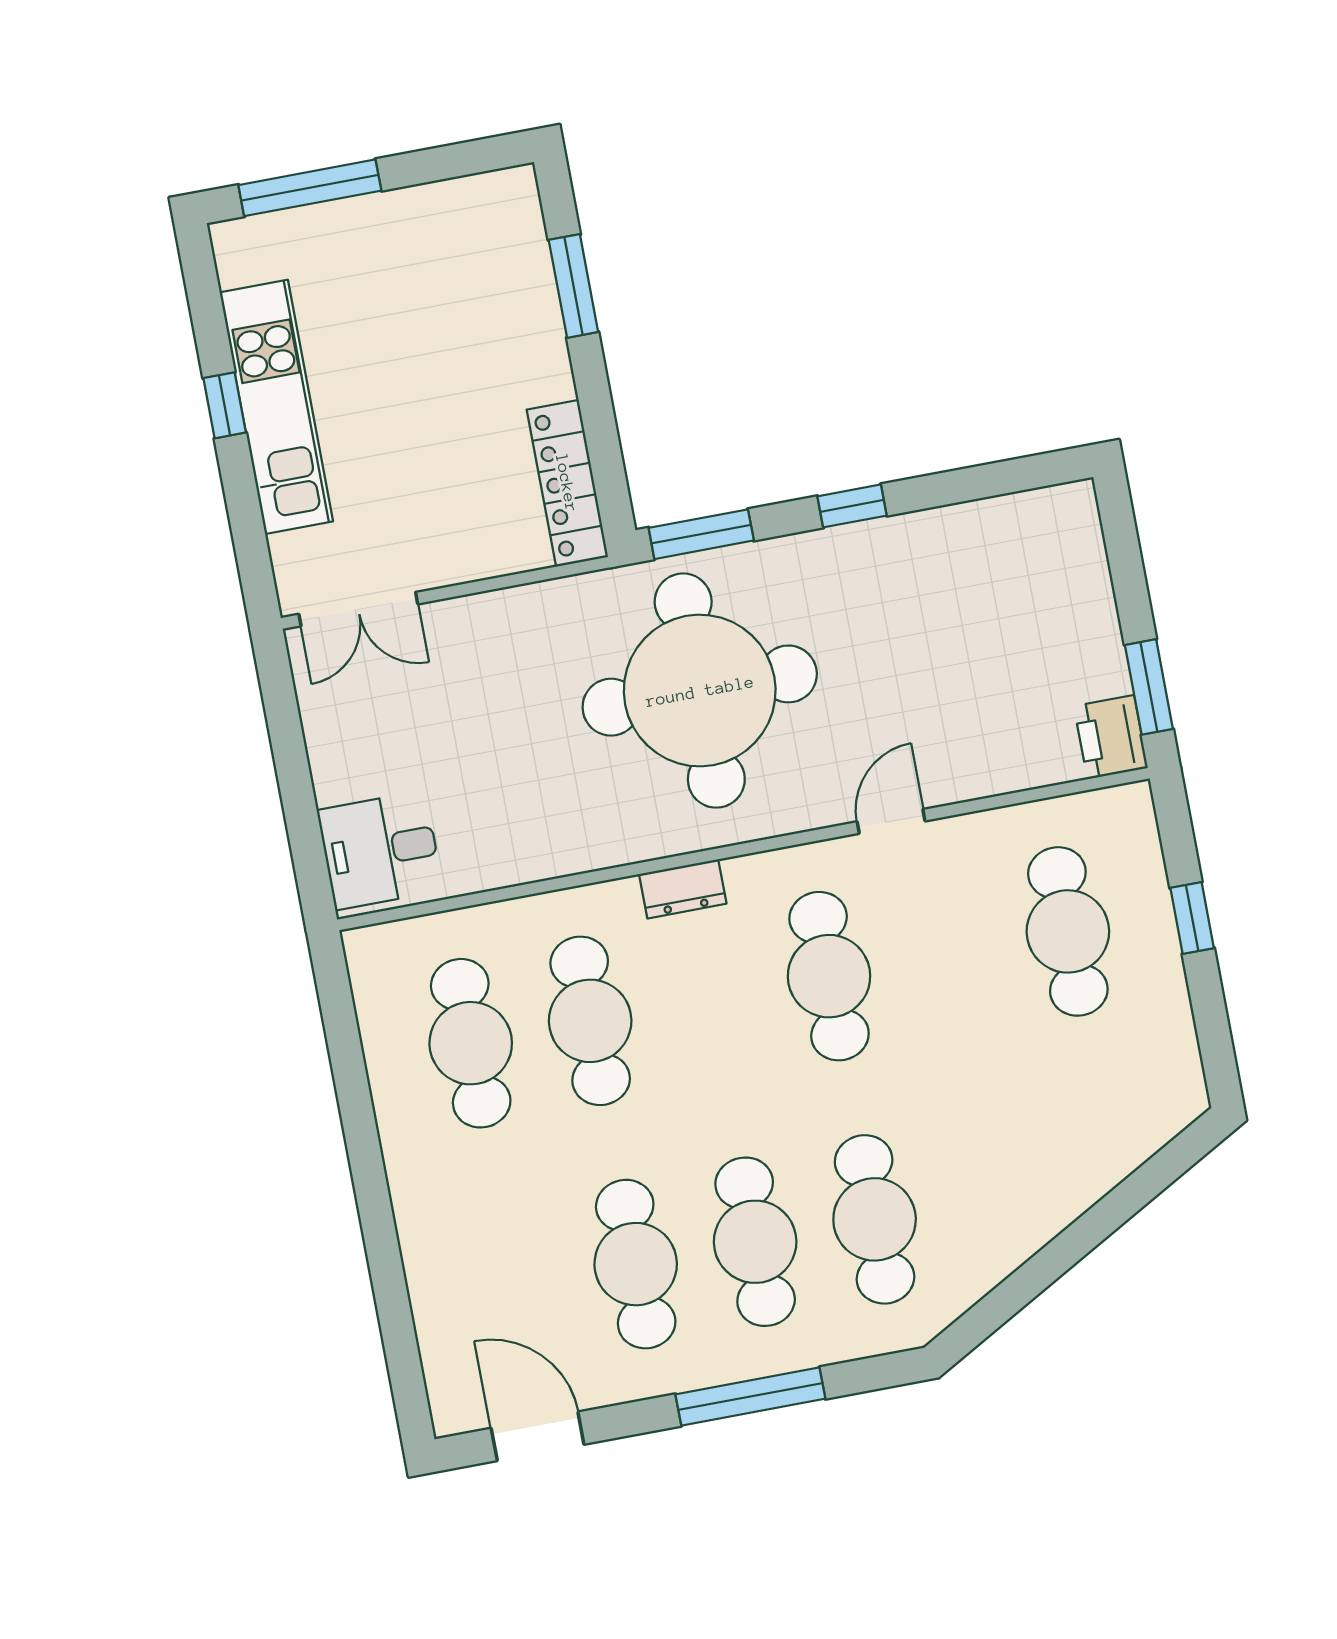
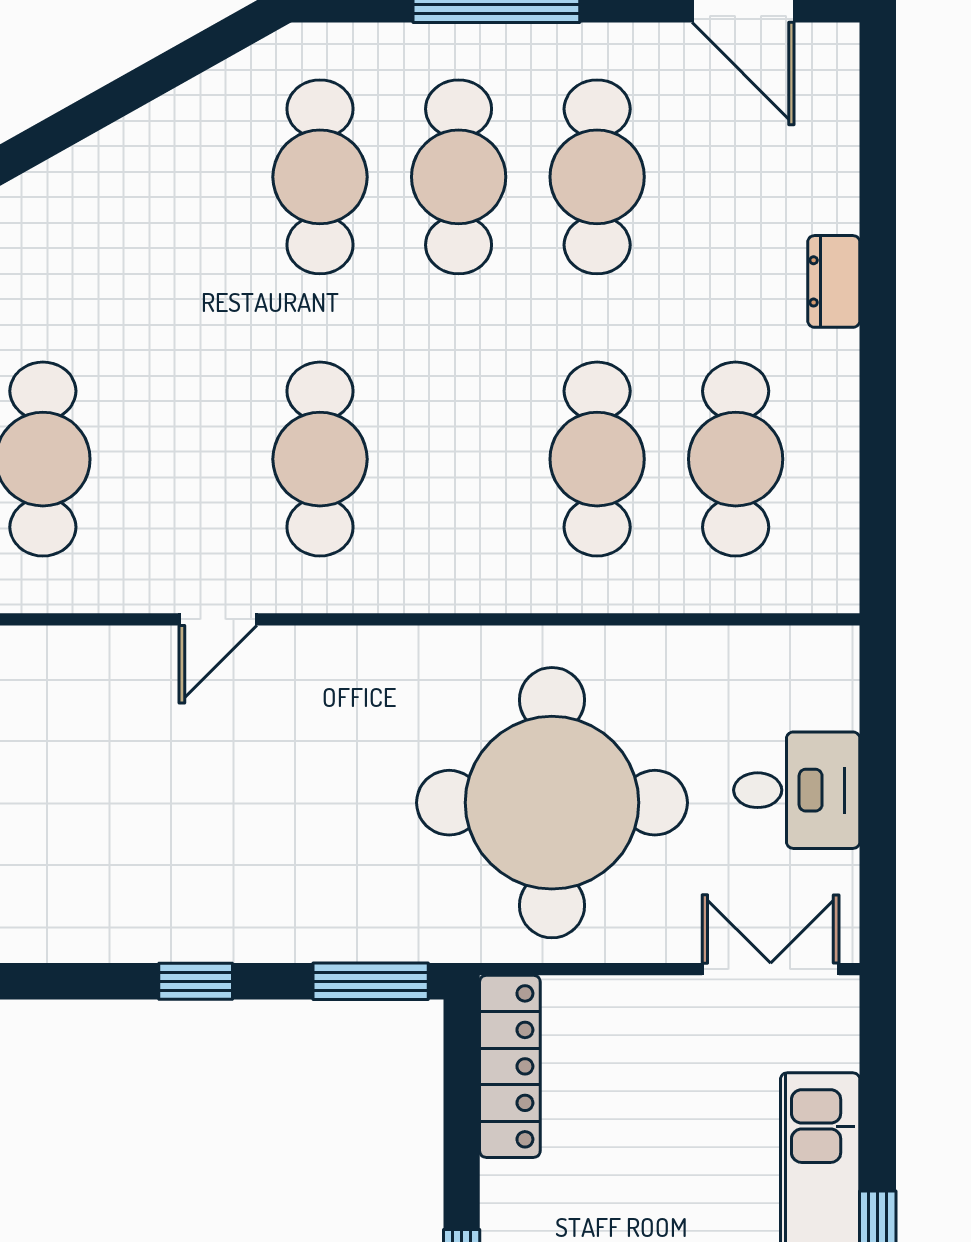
round table: (700, 691) -> (552, 803), moved
desk: (380, 850) -> (797, 790), moved
dresser: (683, 889) -> (834, 281), moved, turned -90

